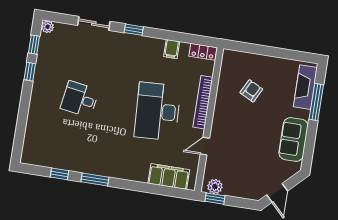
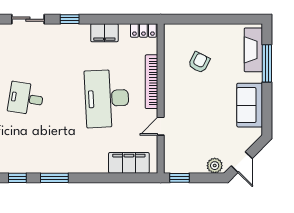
filing cabinet: (172, 49) -> (104, 33), width x2.00
plant: (215, 187) -> (215, 166), moved

